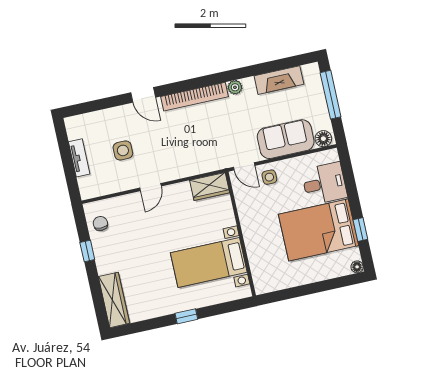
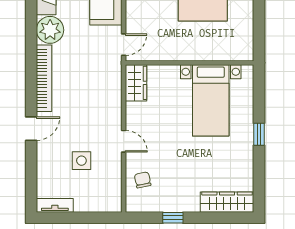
plant: (235, 87) -> (50, 30), width x1.88, depth x1.88
tv unit: (79, 158) -> (55, 205), moved
side table: (269, 177) -> (140, 22), removed
chair: (100, 223) -> (143, 180), moved, turned 78

